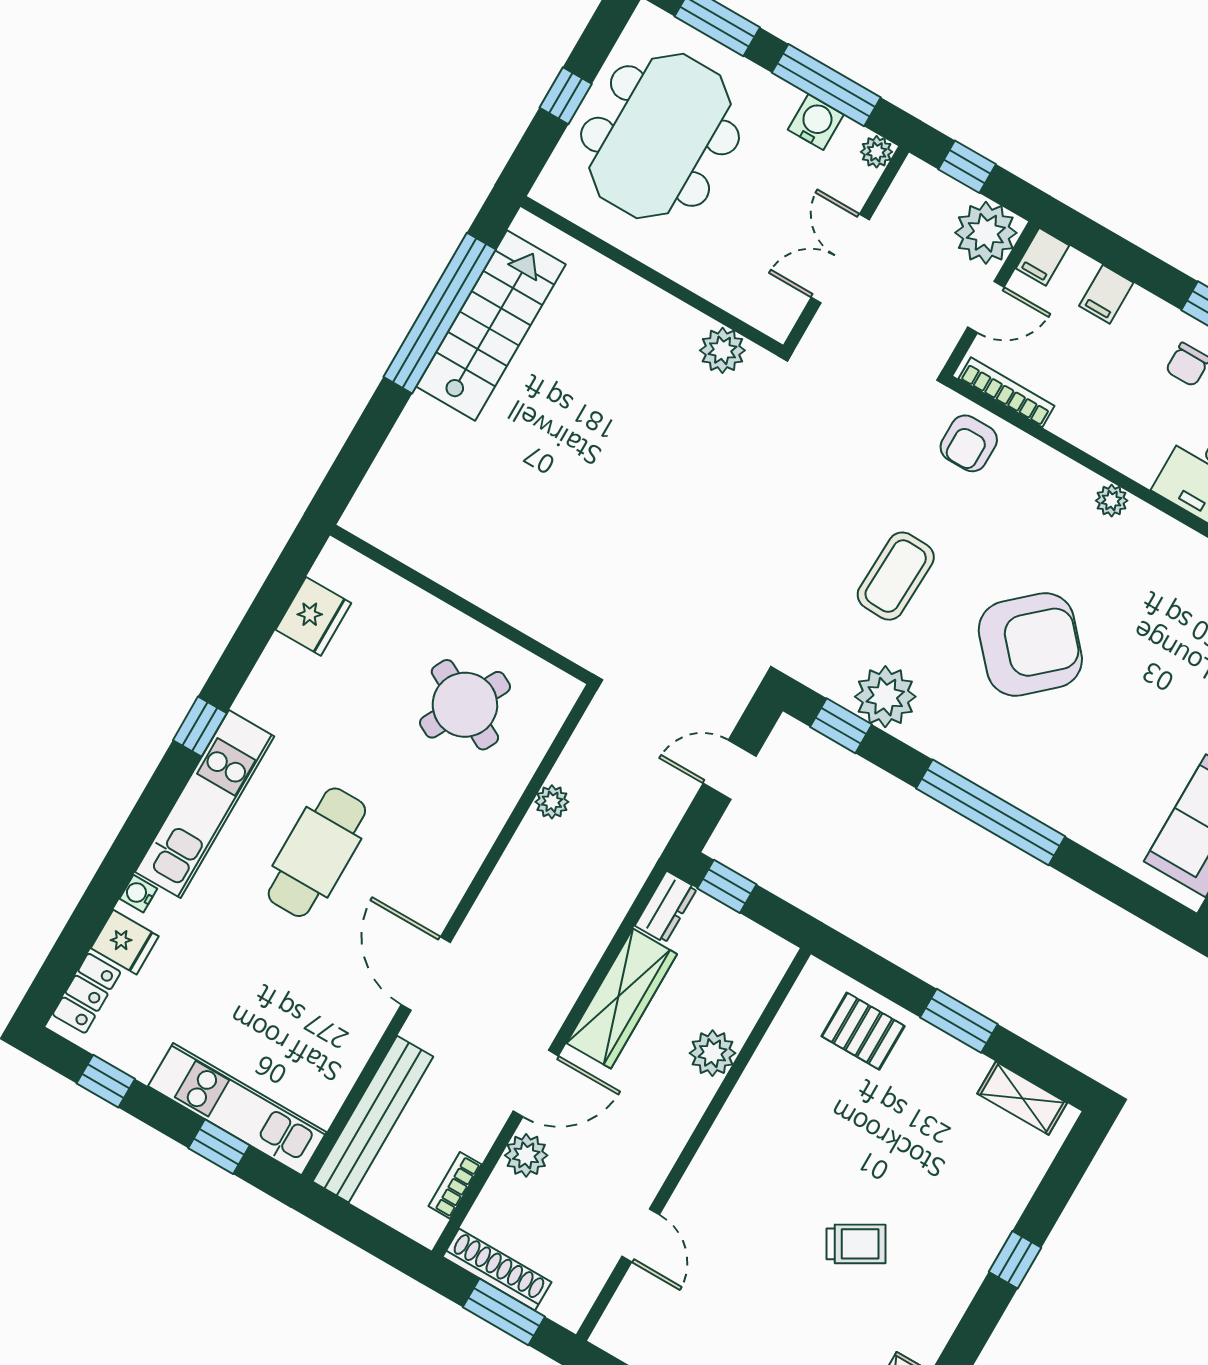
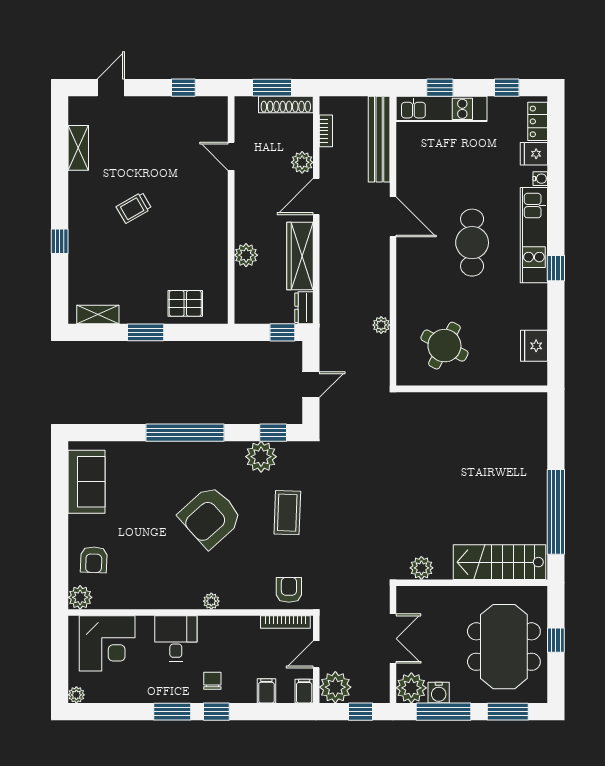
plant: (877, 152) -> (411, 688), width x1.87, depth x1.87
stairs: (491, 325) -> (500, 562), moved, turned 90

